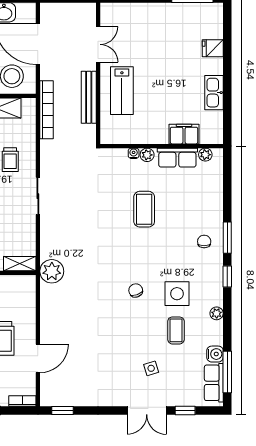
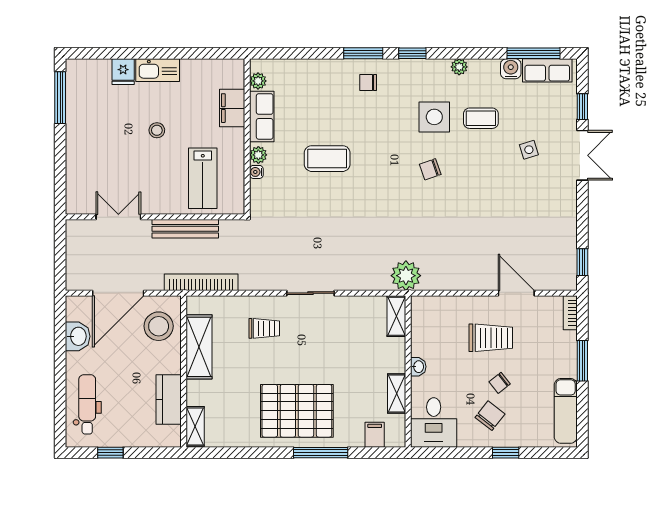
stool: (166, 75) -> (157, 130), added
lab bench: (122, 91) -> (203, 178), moved, turned 90
kitchen sink: (214, 93) -> (158, 70), moved

